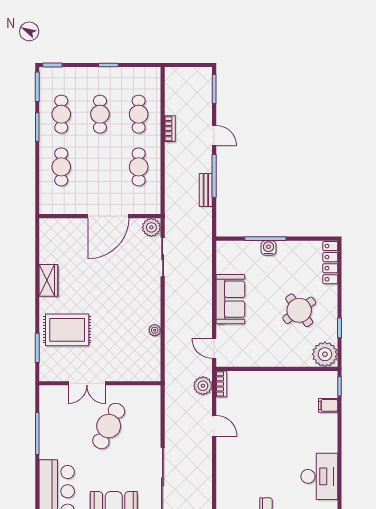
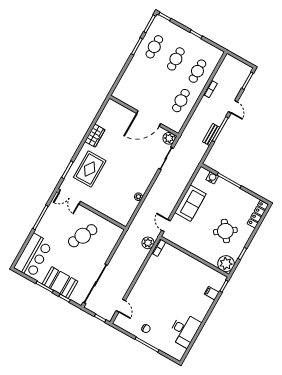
cafe table: (61, 167) -> (138, 76), removed
water cooler: (268, 248) -> (212, 178), moved
rug: (67, 330) -> (90, 169), turned 90
double door: (87, 383) -> (70, 197), moved
door: (214, 426) -> (121, 306), moved

